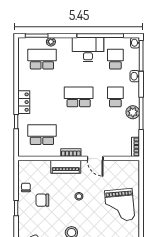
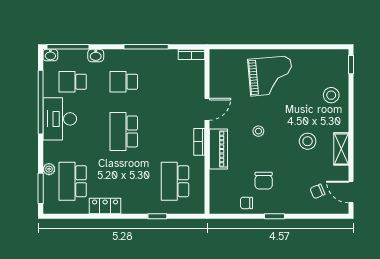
locker: (24, 102) -> (105, 206), moved
plant: (133, 112) -> (145, 58), removed

